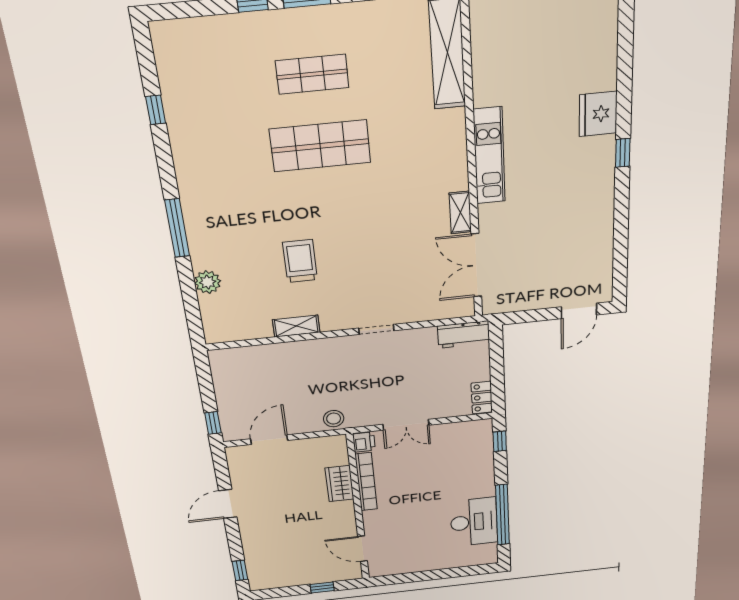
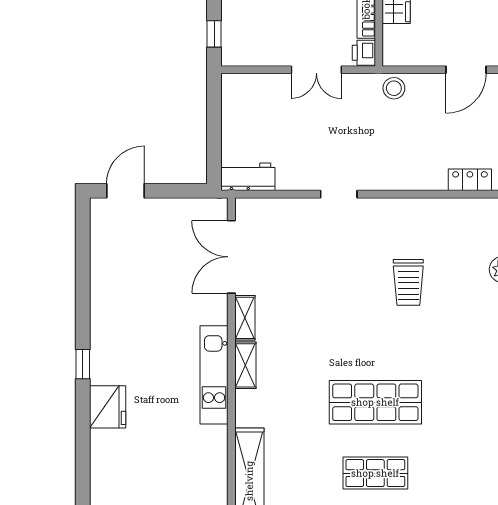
double door: (476, 265) -> (231, 257), swing flipped
shelving: (296, 326) -> (245, 365), moved, turned 90
locker: (482, 398) -> (470, 180), moved, turned -90
double door: (406, 425) -> (316, 70), swing flipped

